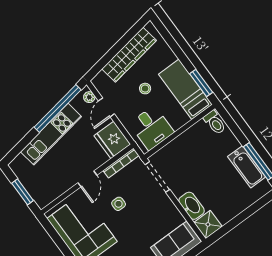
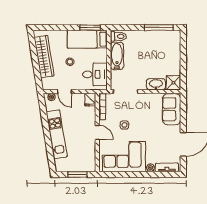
window: (58, 109) -> (45, 120), removed
fridge: (112, 140) -> (90, 100), width x0.53, depth x0.75
bathtub: (247, 167) -> (117, 56), moved, turned -90

